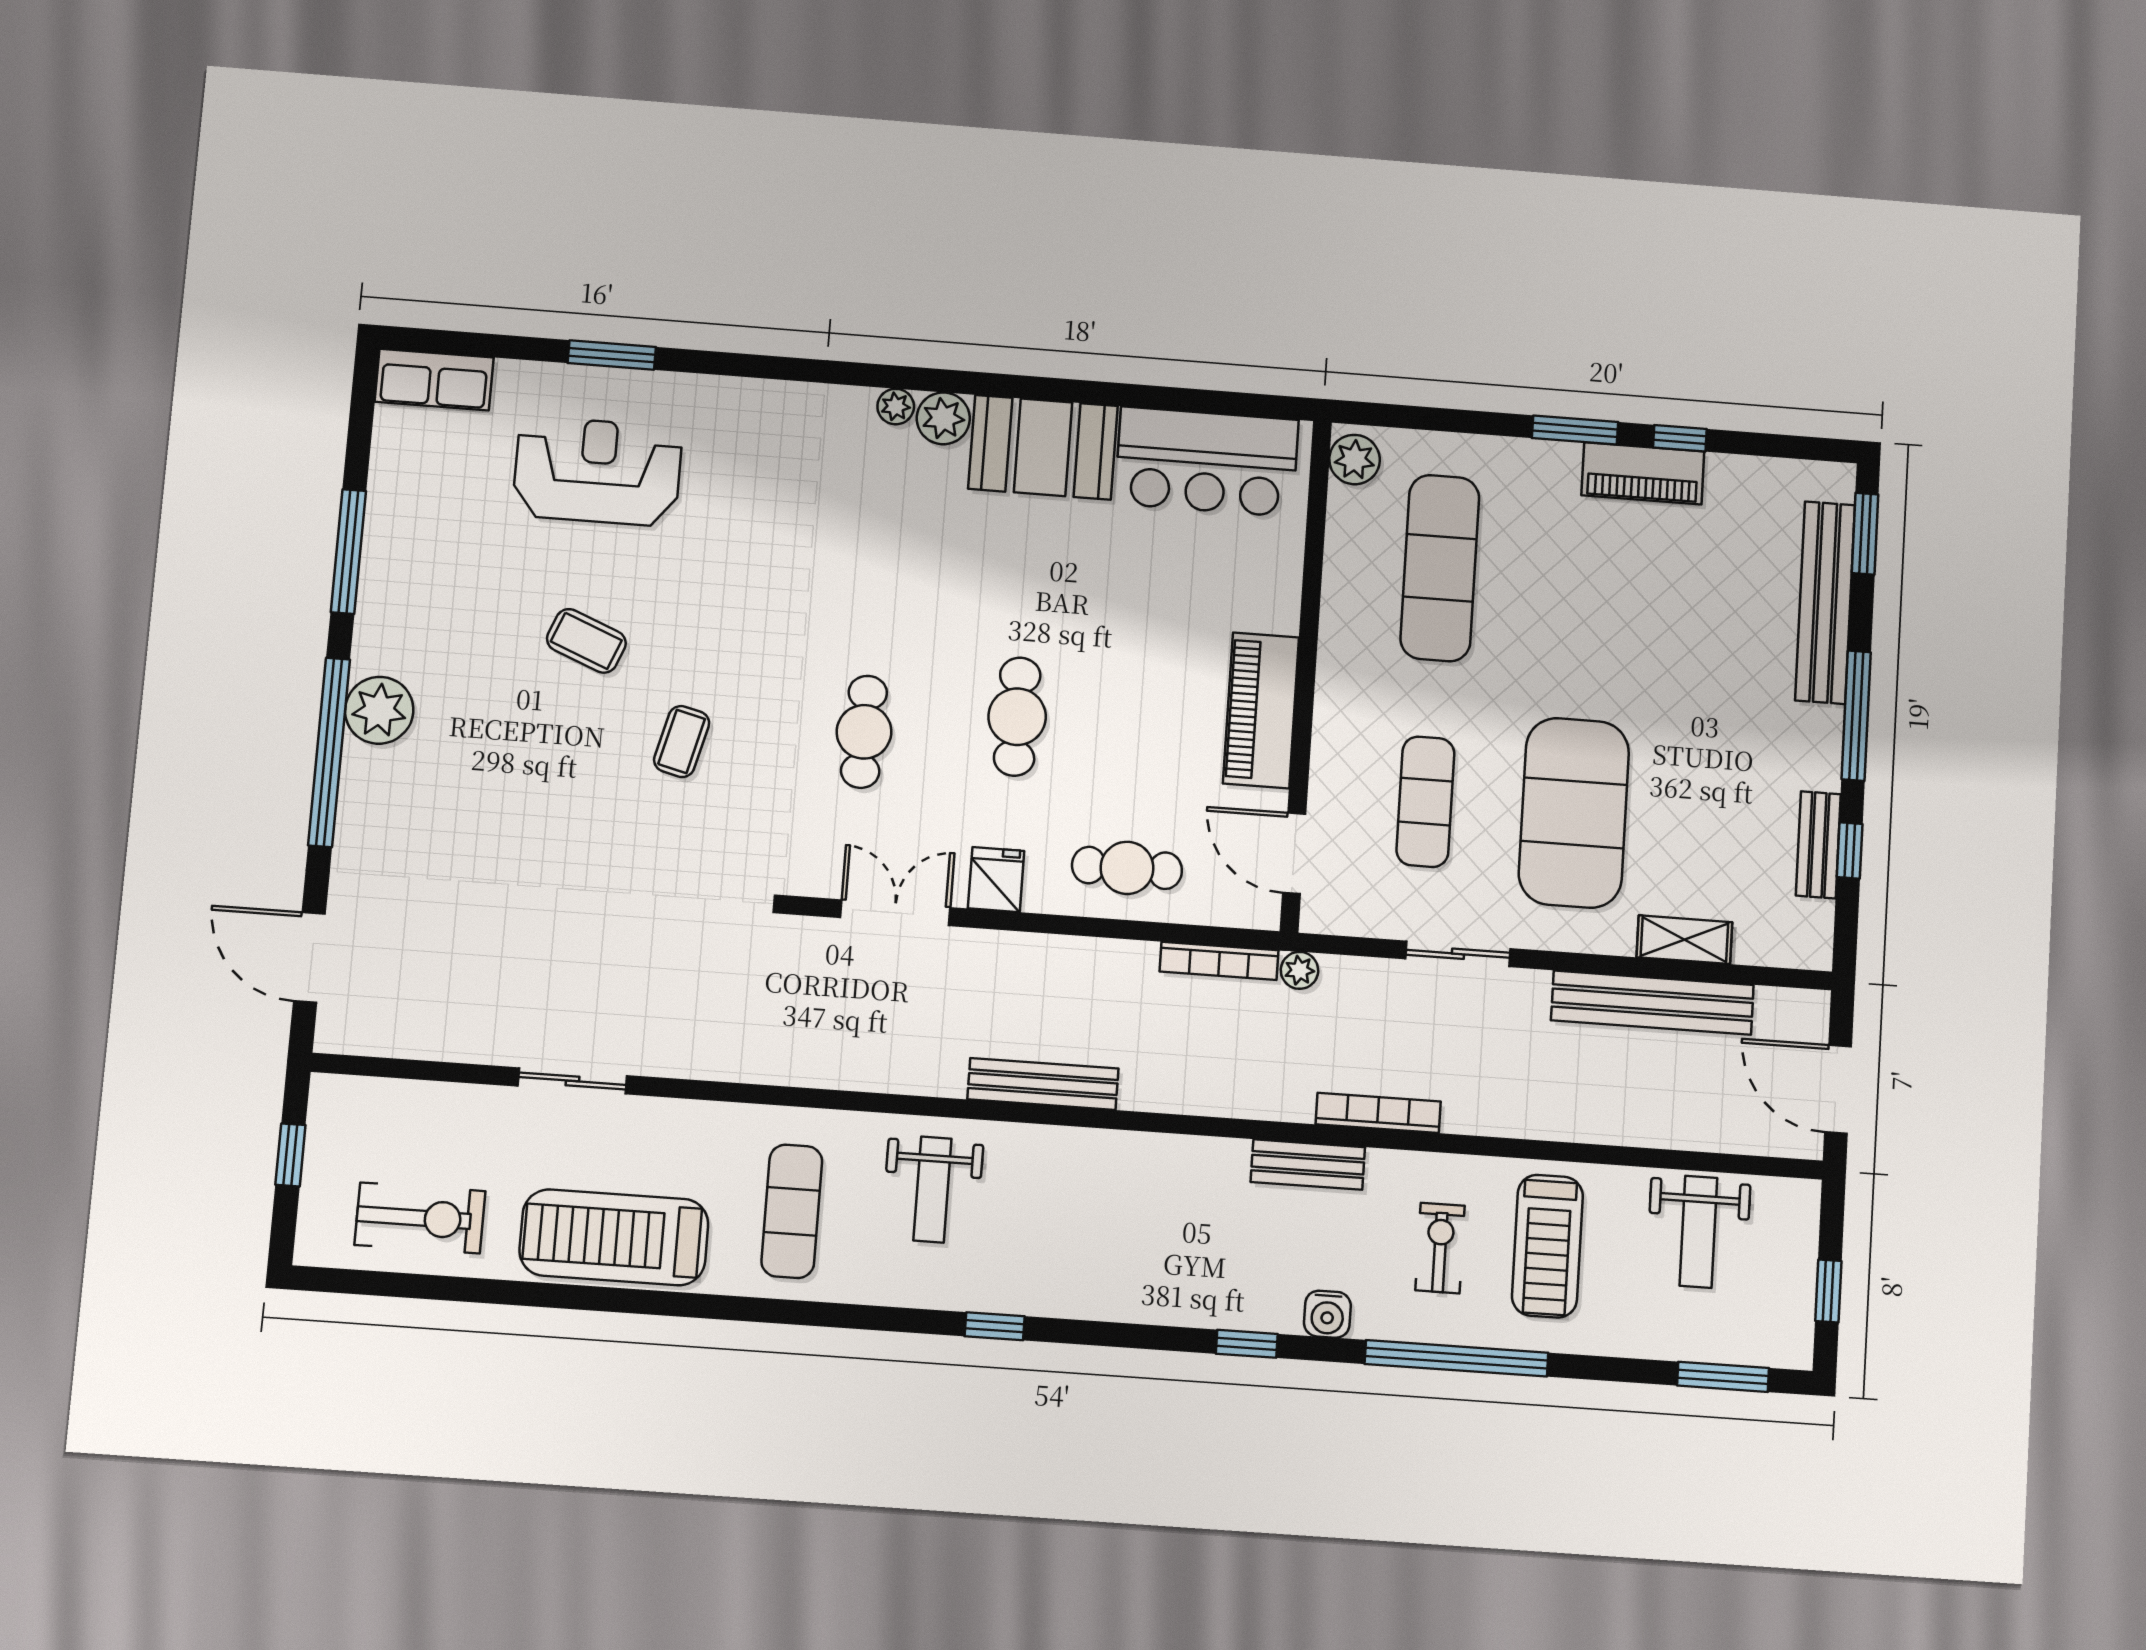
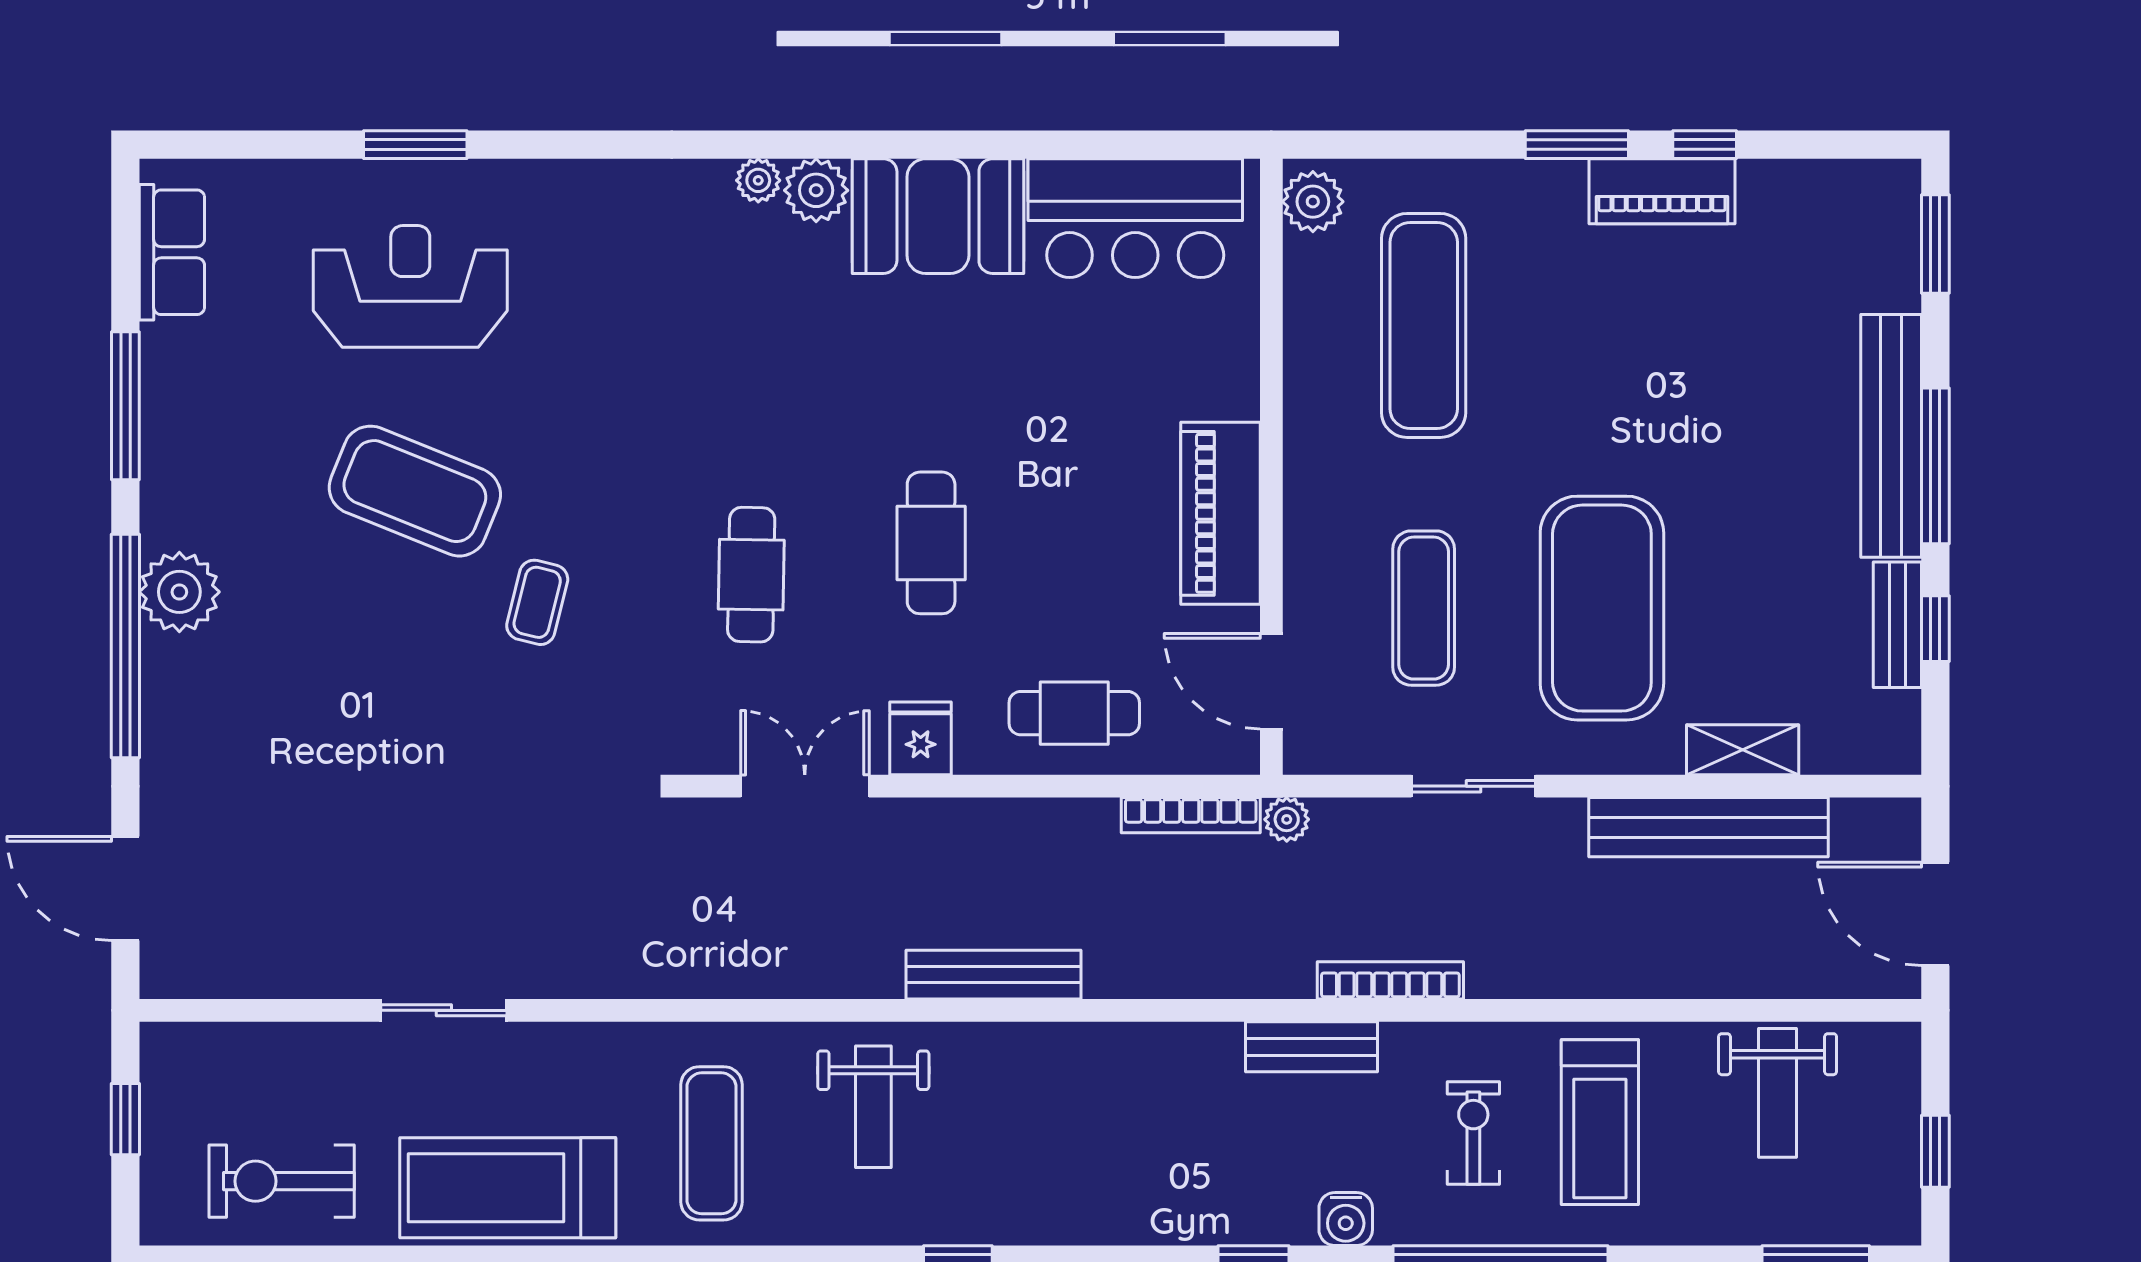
row of seats: (434, 380) -> (172, 252), moved, turned -90
bench: (1825, 603) -> (1891, 436), moved
coffee table: (586, 641) -> (415, 491), width x1.86, depth x1.72
exercise bike: (420, 1218) -> (282, 1181), turned 180

